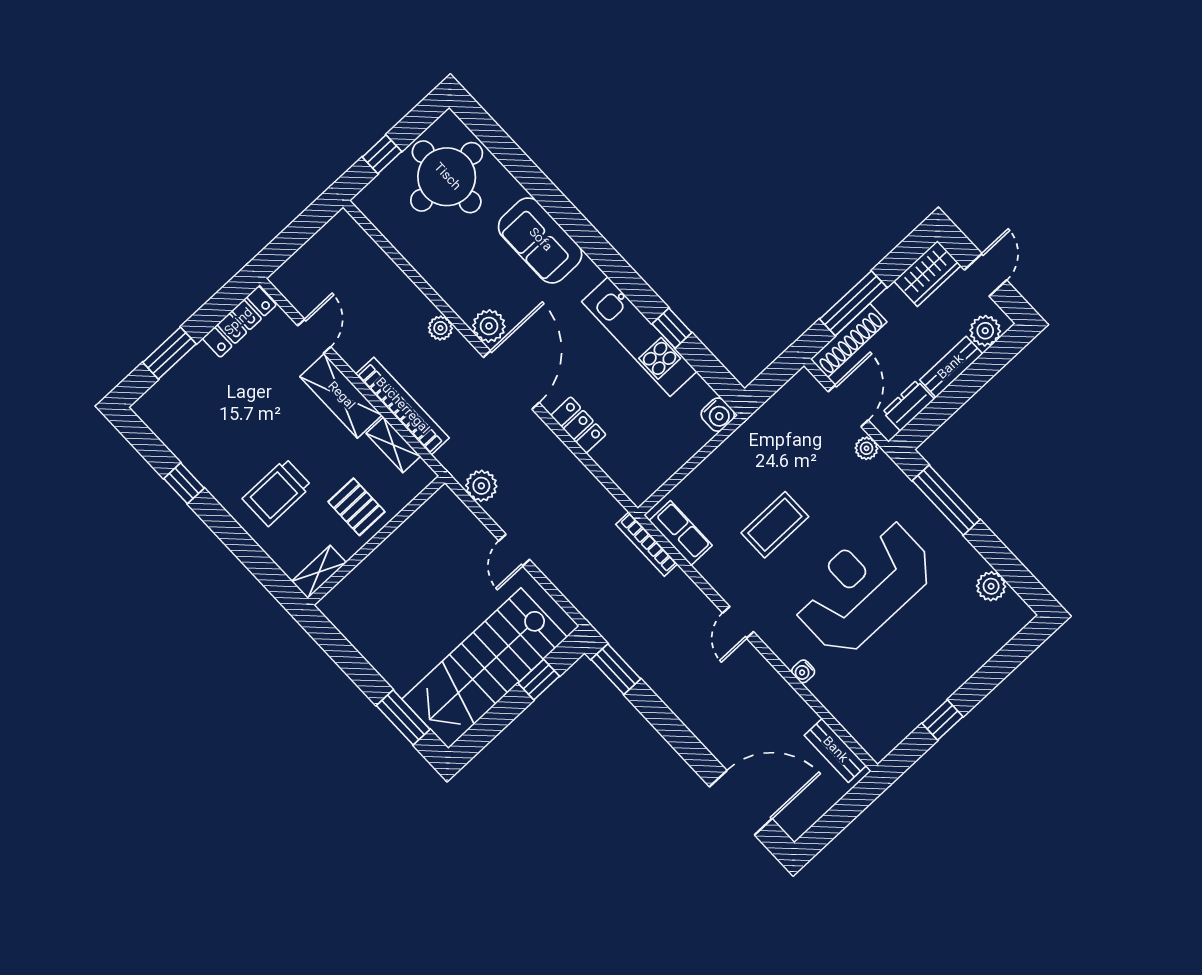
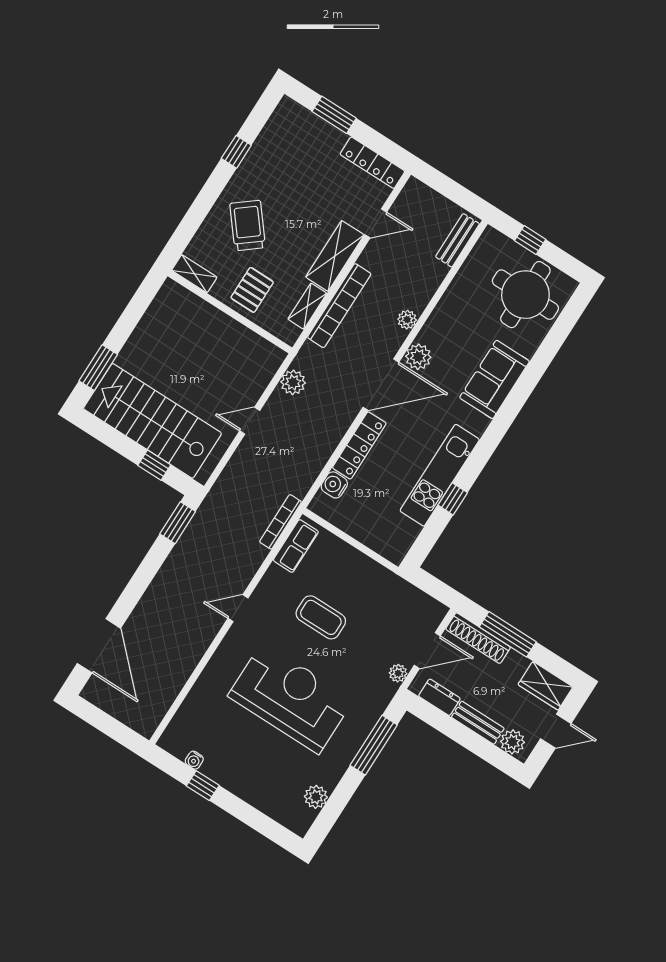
water cooler: (718, 415) -> (334, 485), moved, turned 90
locker: (578, 425) -> (359, 445), width x1.53
trolley: (277, 492) -> (248, 225), turned 51
water cooler: (803, 671) -> (194, 760), moved, turned -90
bench: (835, 750) -> (457, 240), moved

